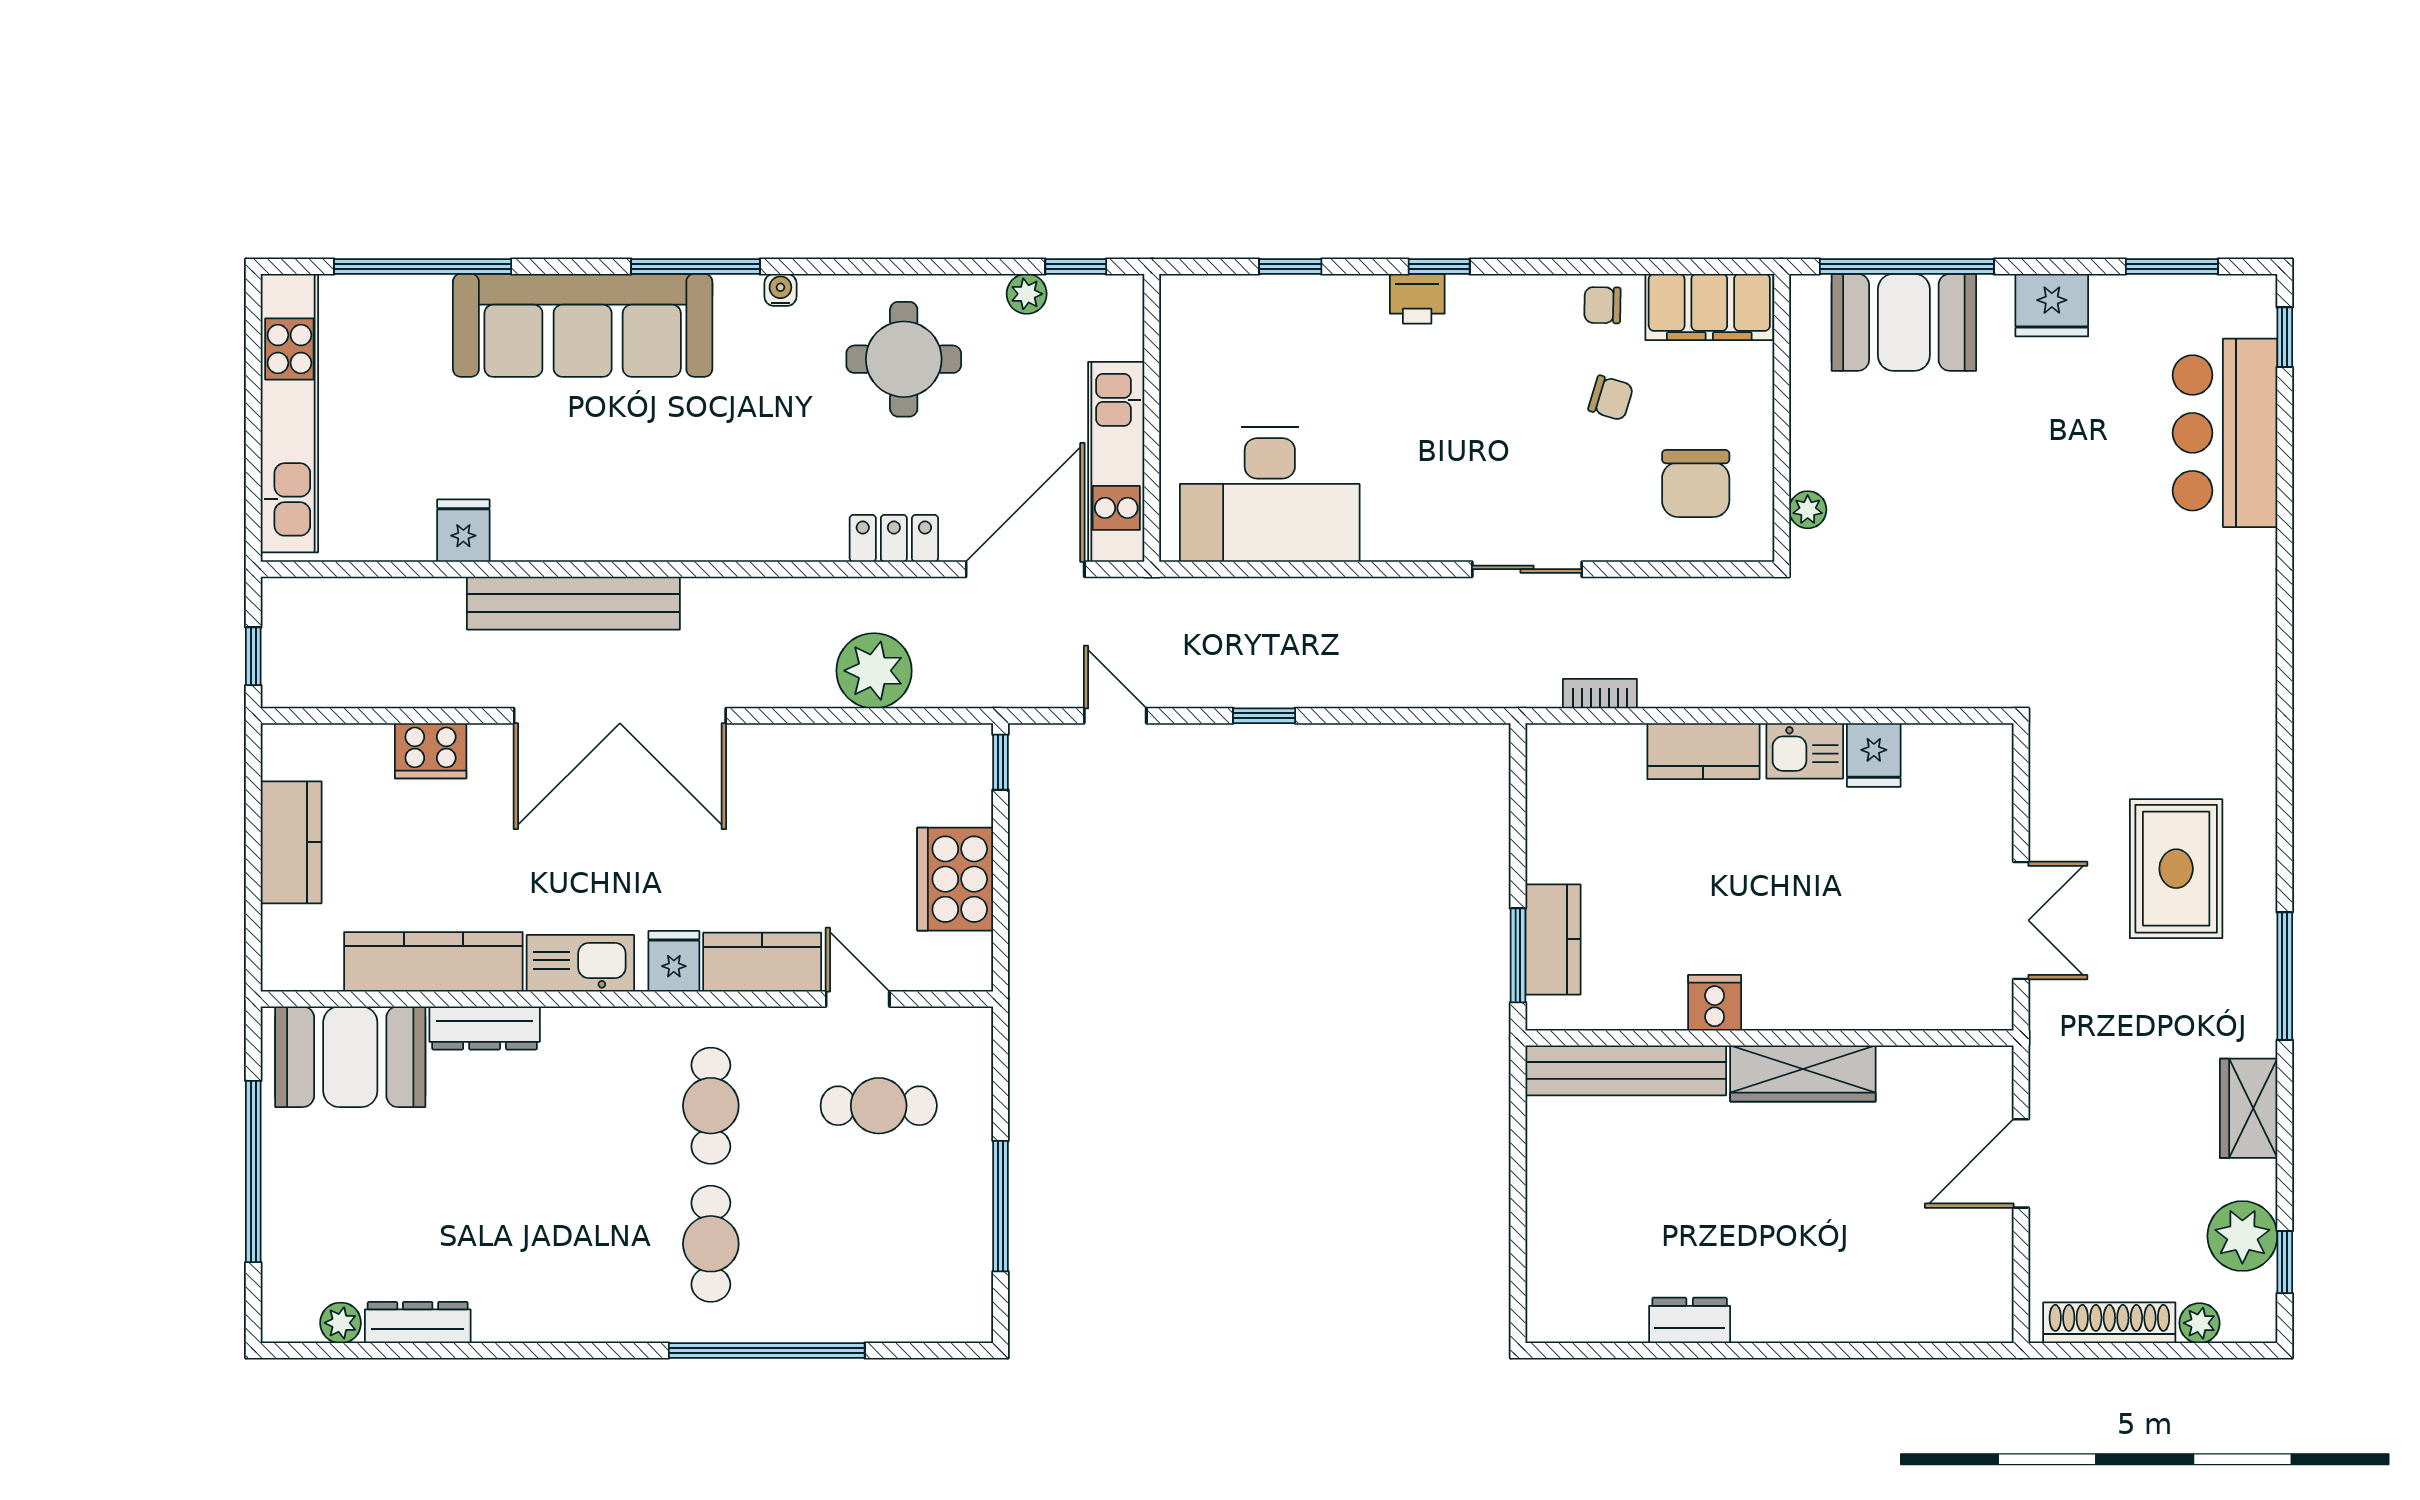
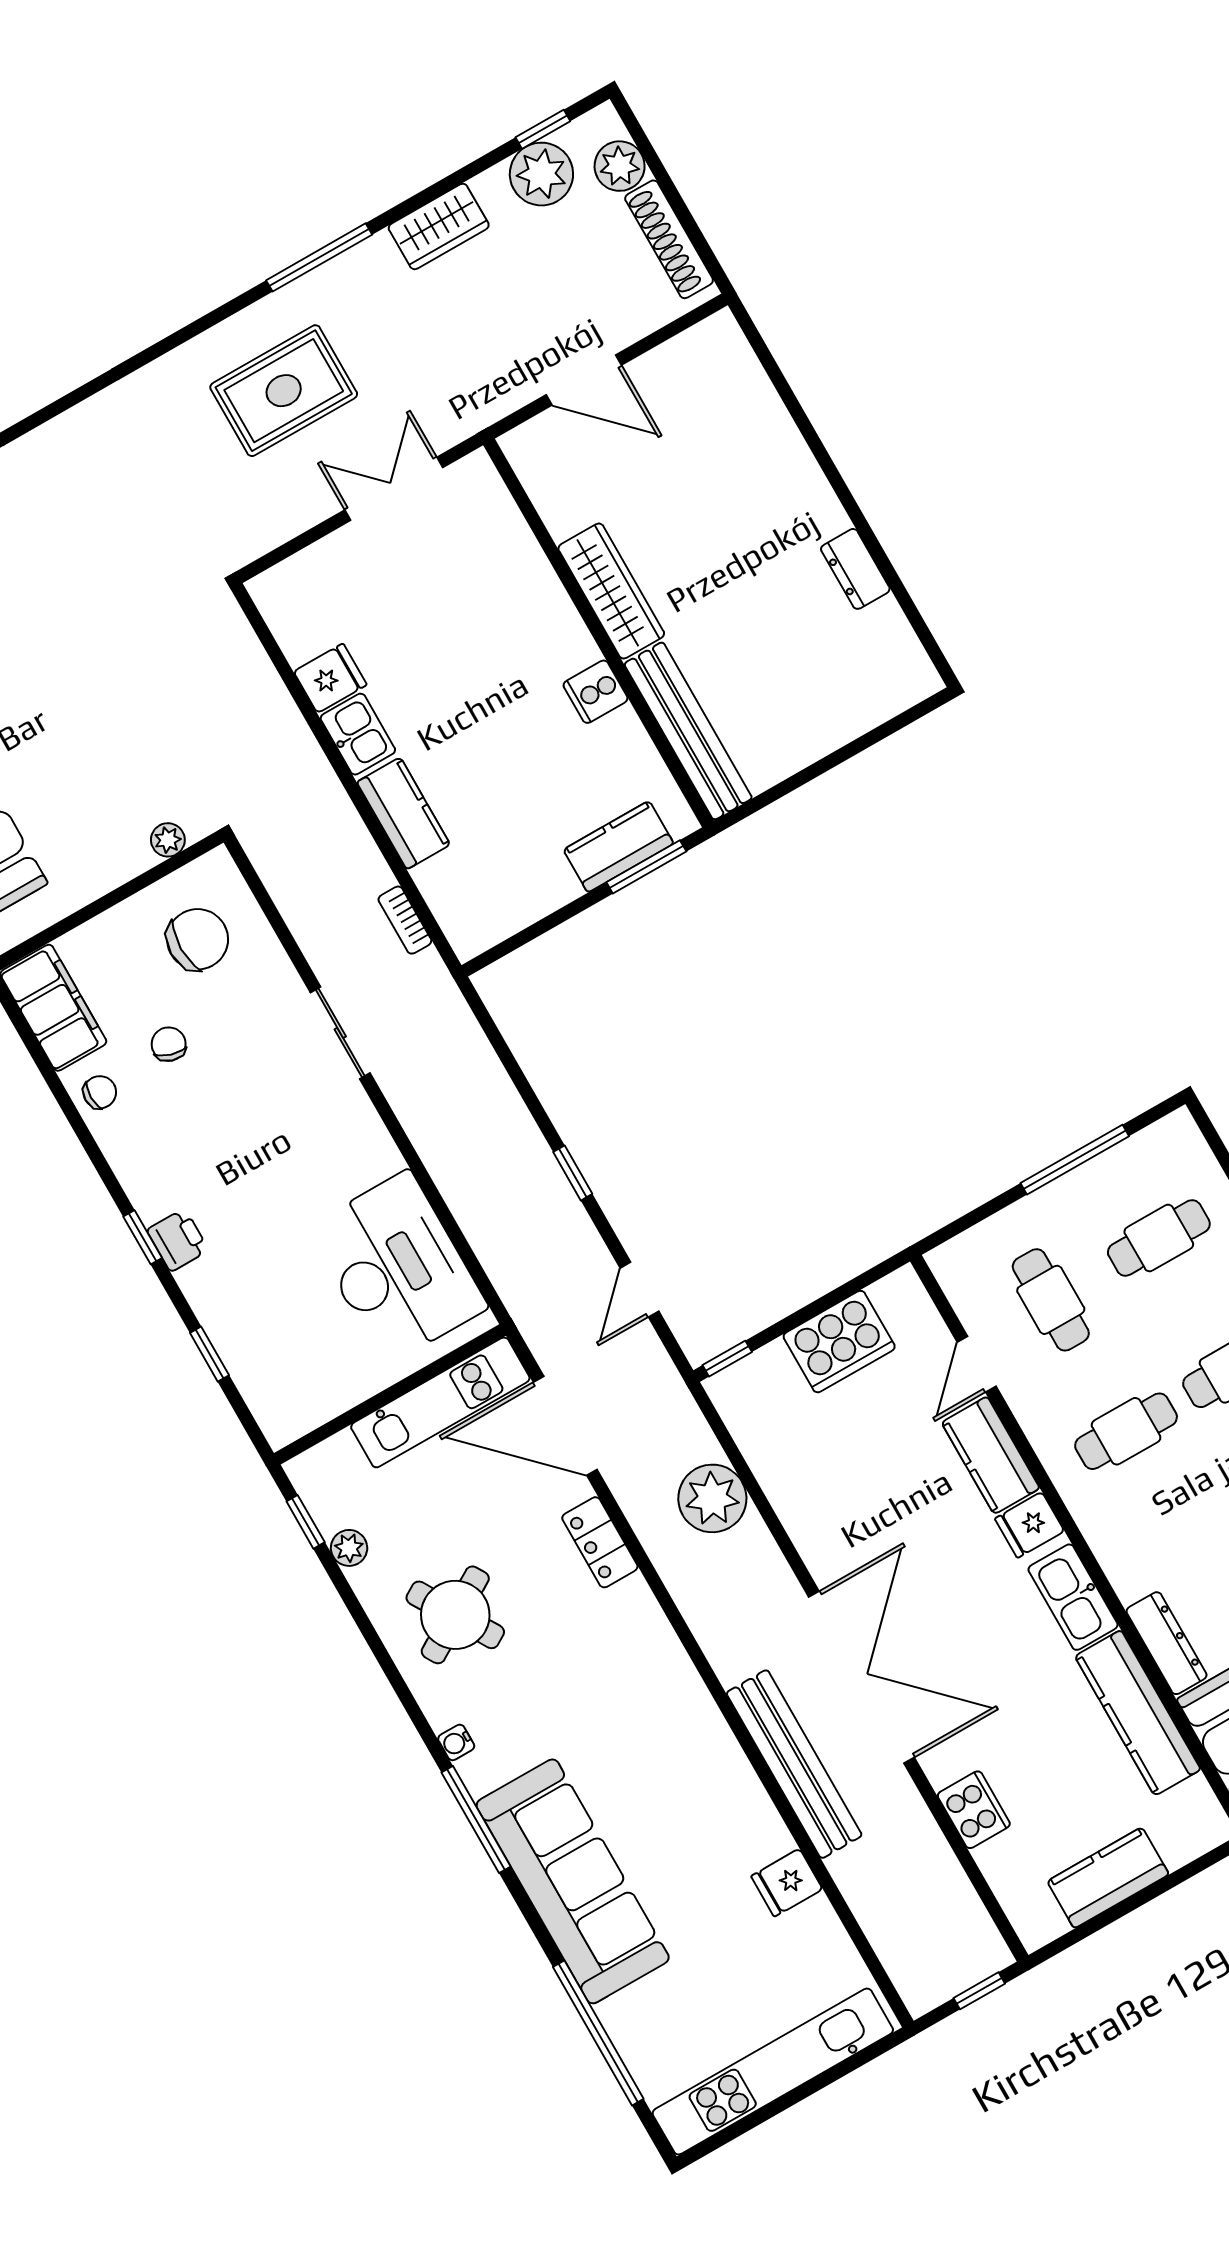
chair: (1602, 305) -> (100, 1092), turned -91
round table: (904, 359) -> (455, 1615), turned -31
cafe table: (879, 1244) -> (1159, 1238), added
plant: (2200, 1323) -> (620, 166), width x1.38, depth x1.38

